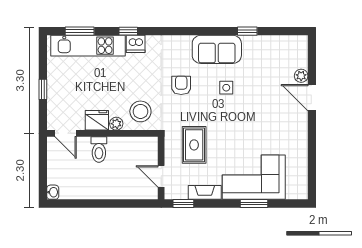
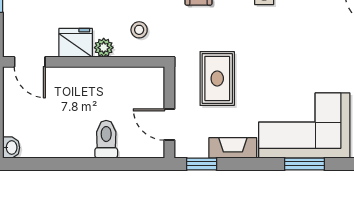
stool: (140, 111) -> (139, 30), width x0.53, depth x0.53
toilet: (99, 150) -> (106, 139), moved, turned 180

